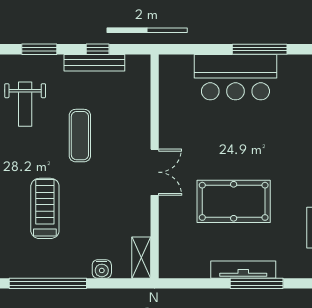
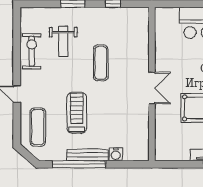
bench: (94, 63) -> (87, 155), moved
shelving: (141, 258) -> (143, 147), removed

